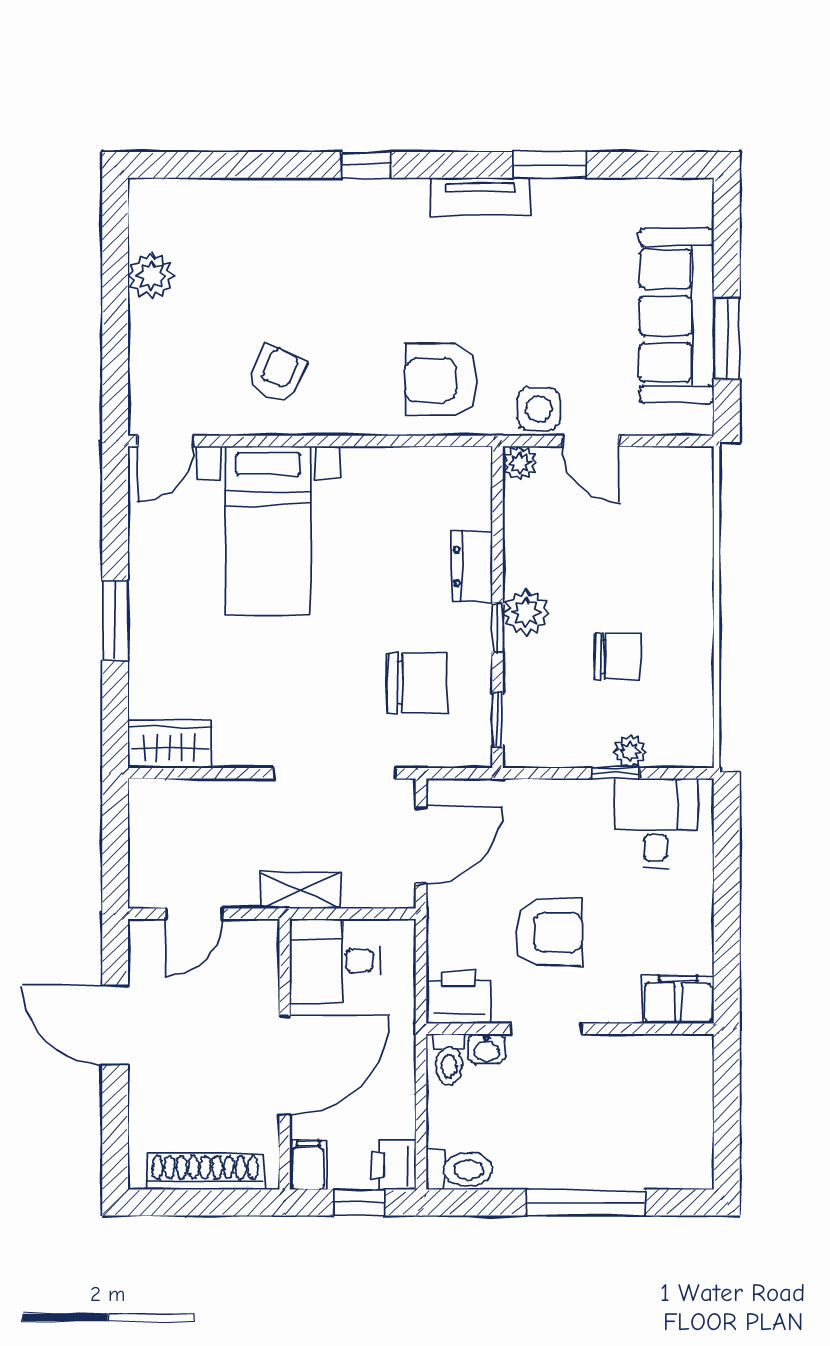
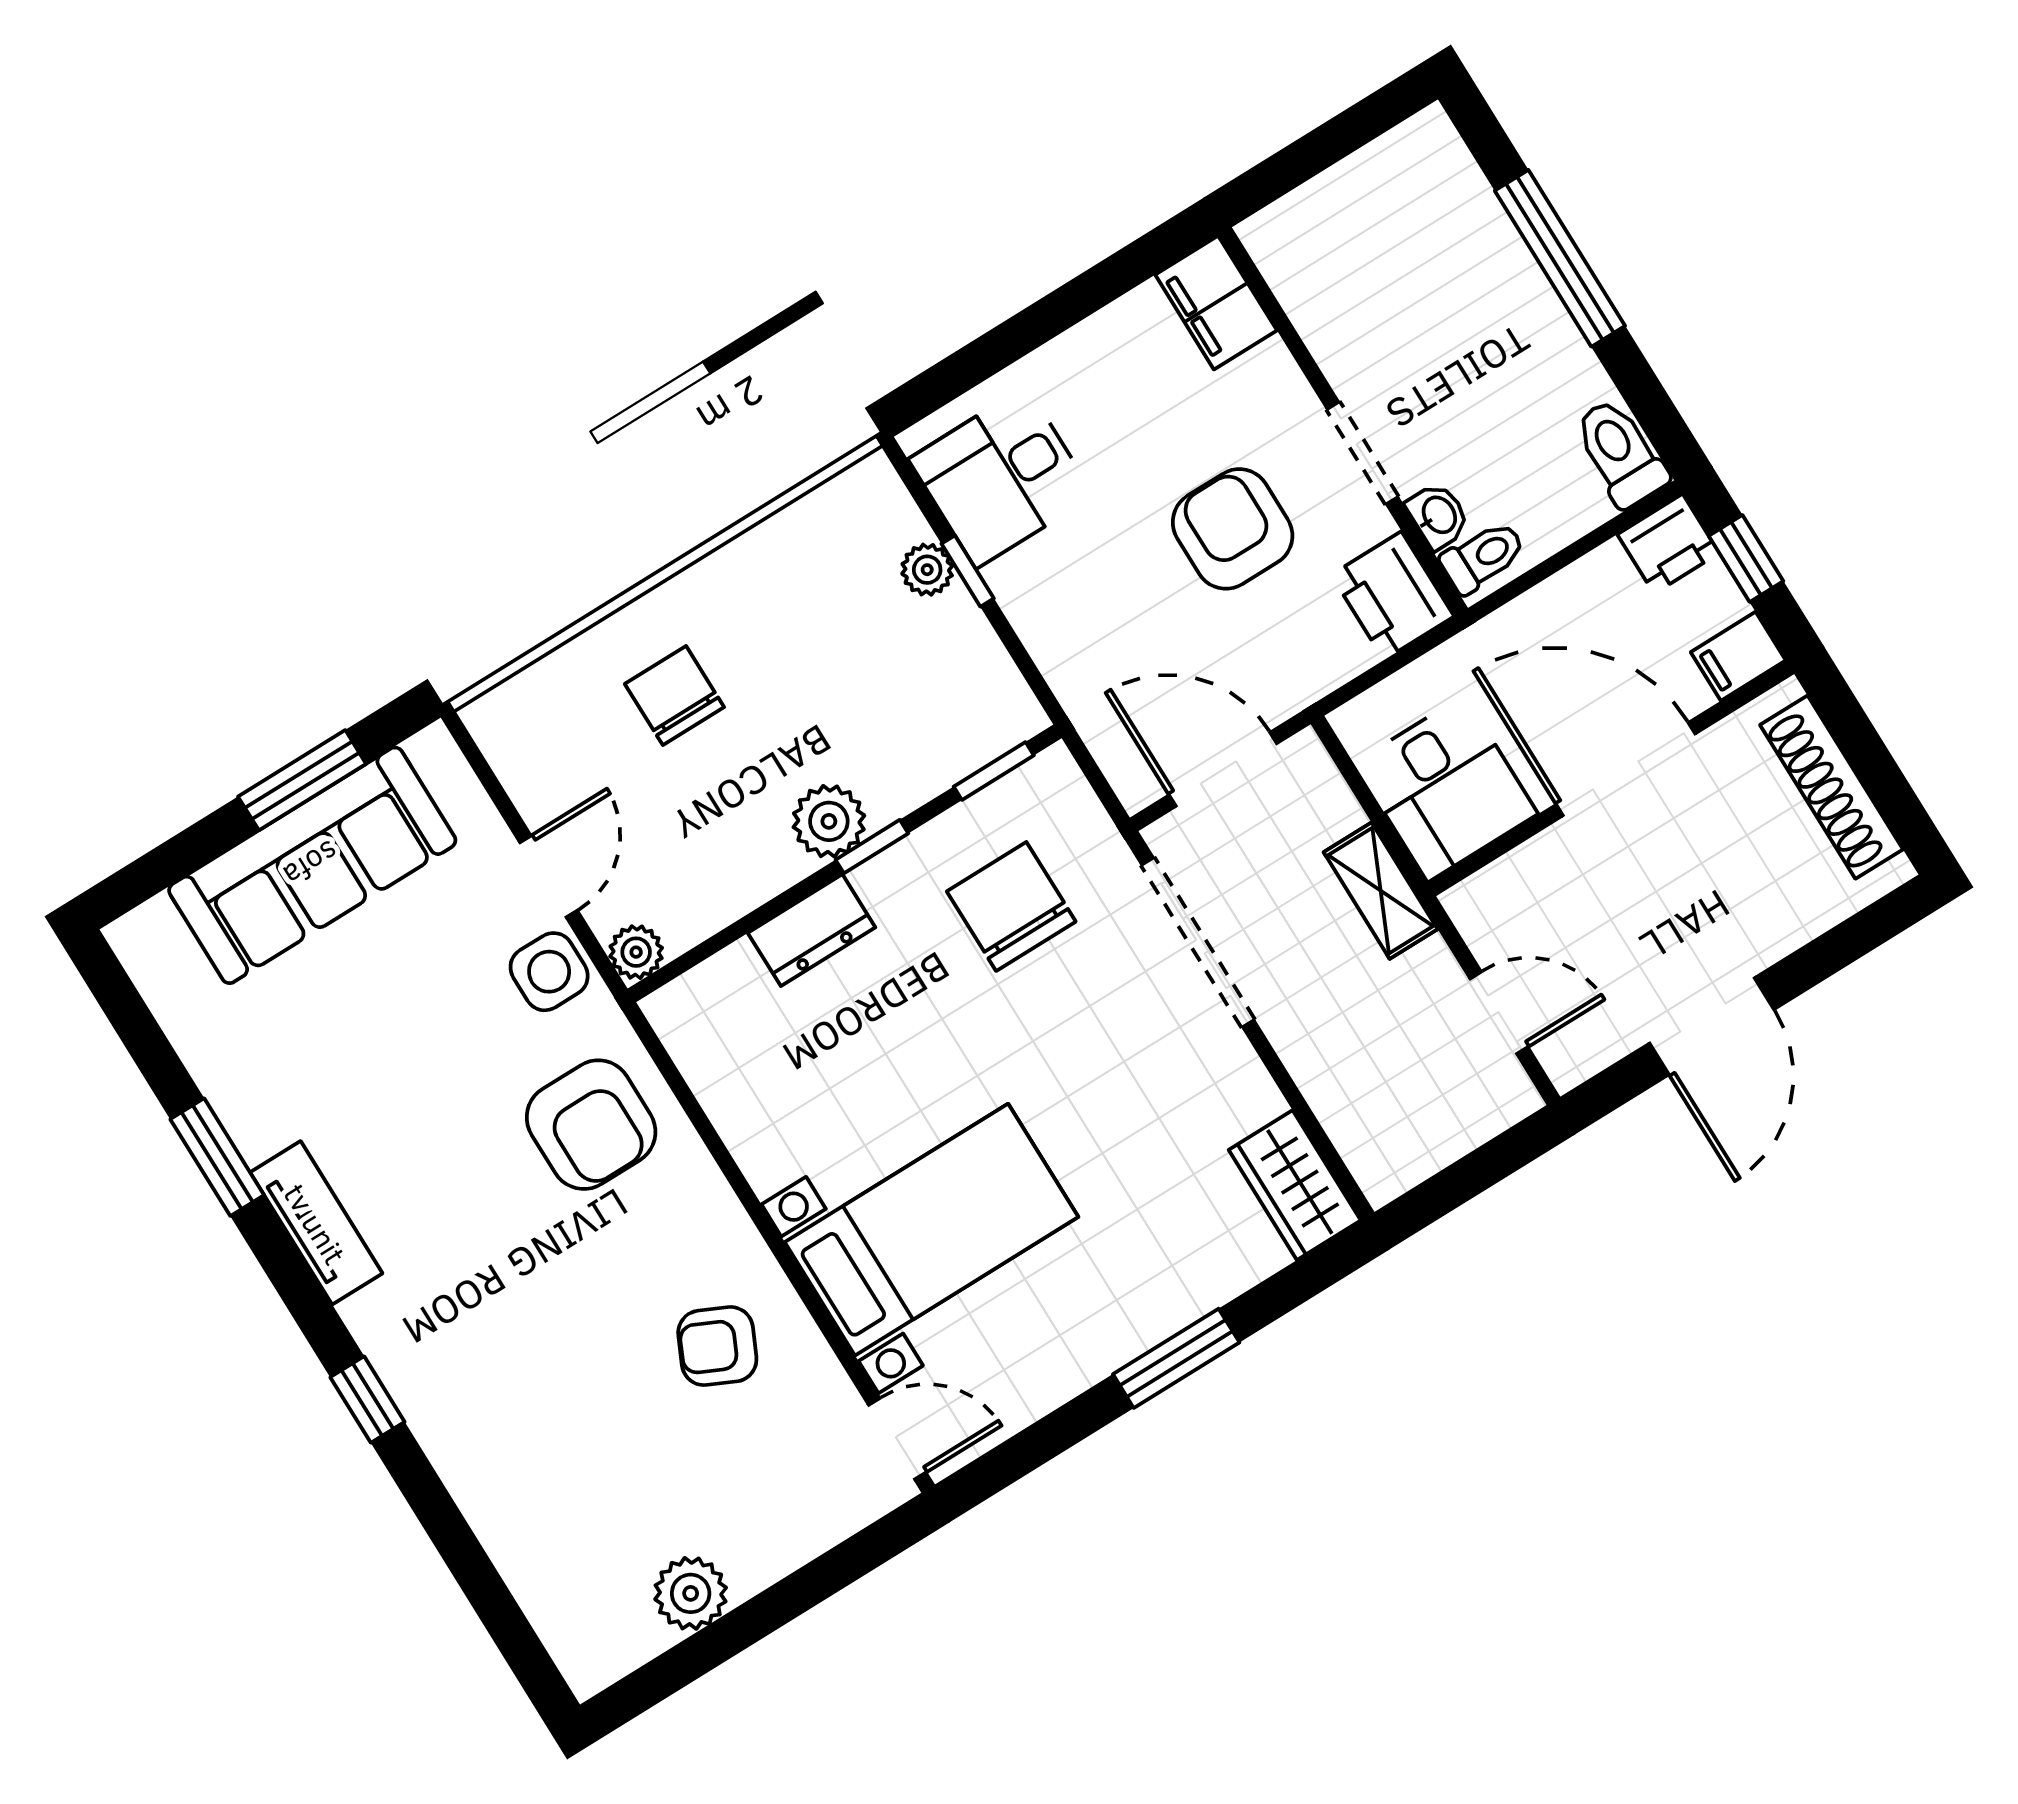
chair: (618, 657) -> (674, 695), moved

